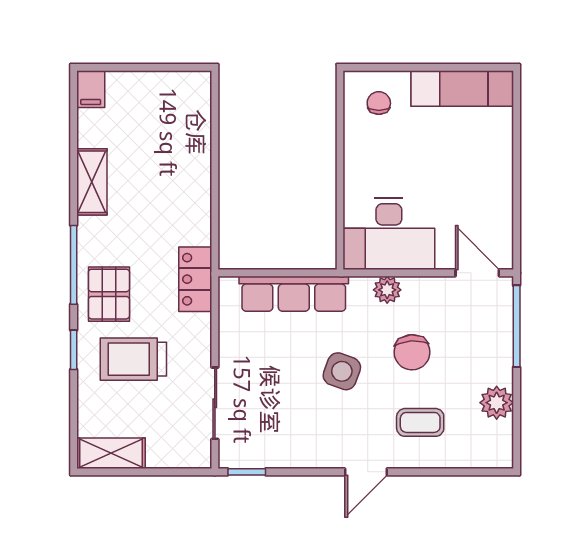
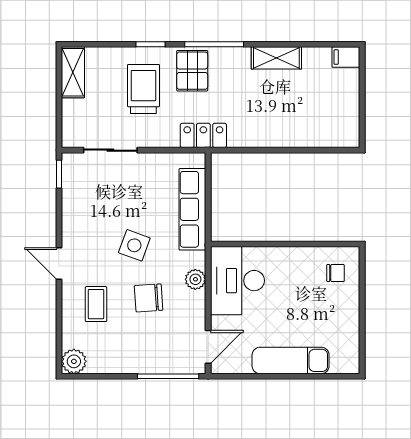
exam couch: (462, 89) -> (291, 360), moved, turned 90
pallet: (109, 294) -> (192, 71), turned 90
plant: (497, 403) -> (74, 361), moved

